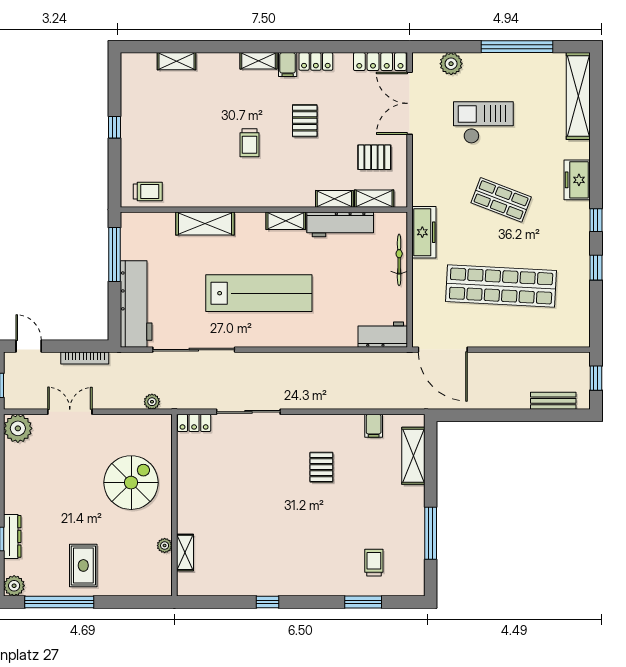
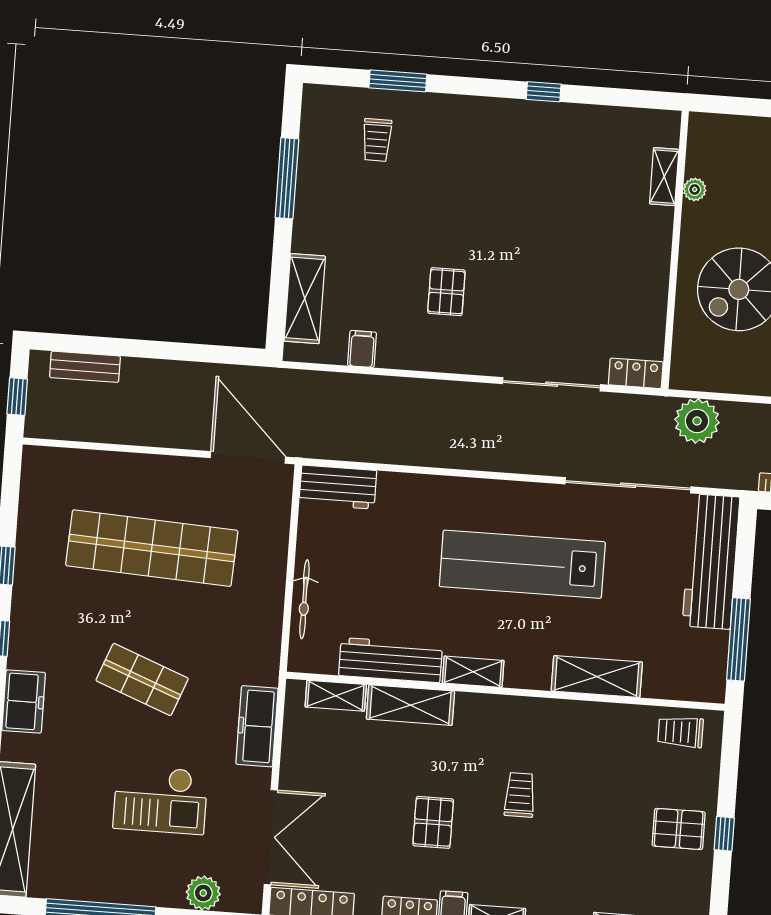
pallet: (374, 157) -> (679, 829), moved
shelving: (334, 199) -> (410, 705), width x1.50, depth x1.33
freezer: (424, 232) -> (257, 726), moved
plant: (152, 402) -> (697, 421), width x1.87, depth x1.87

